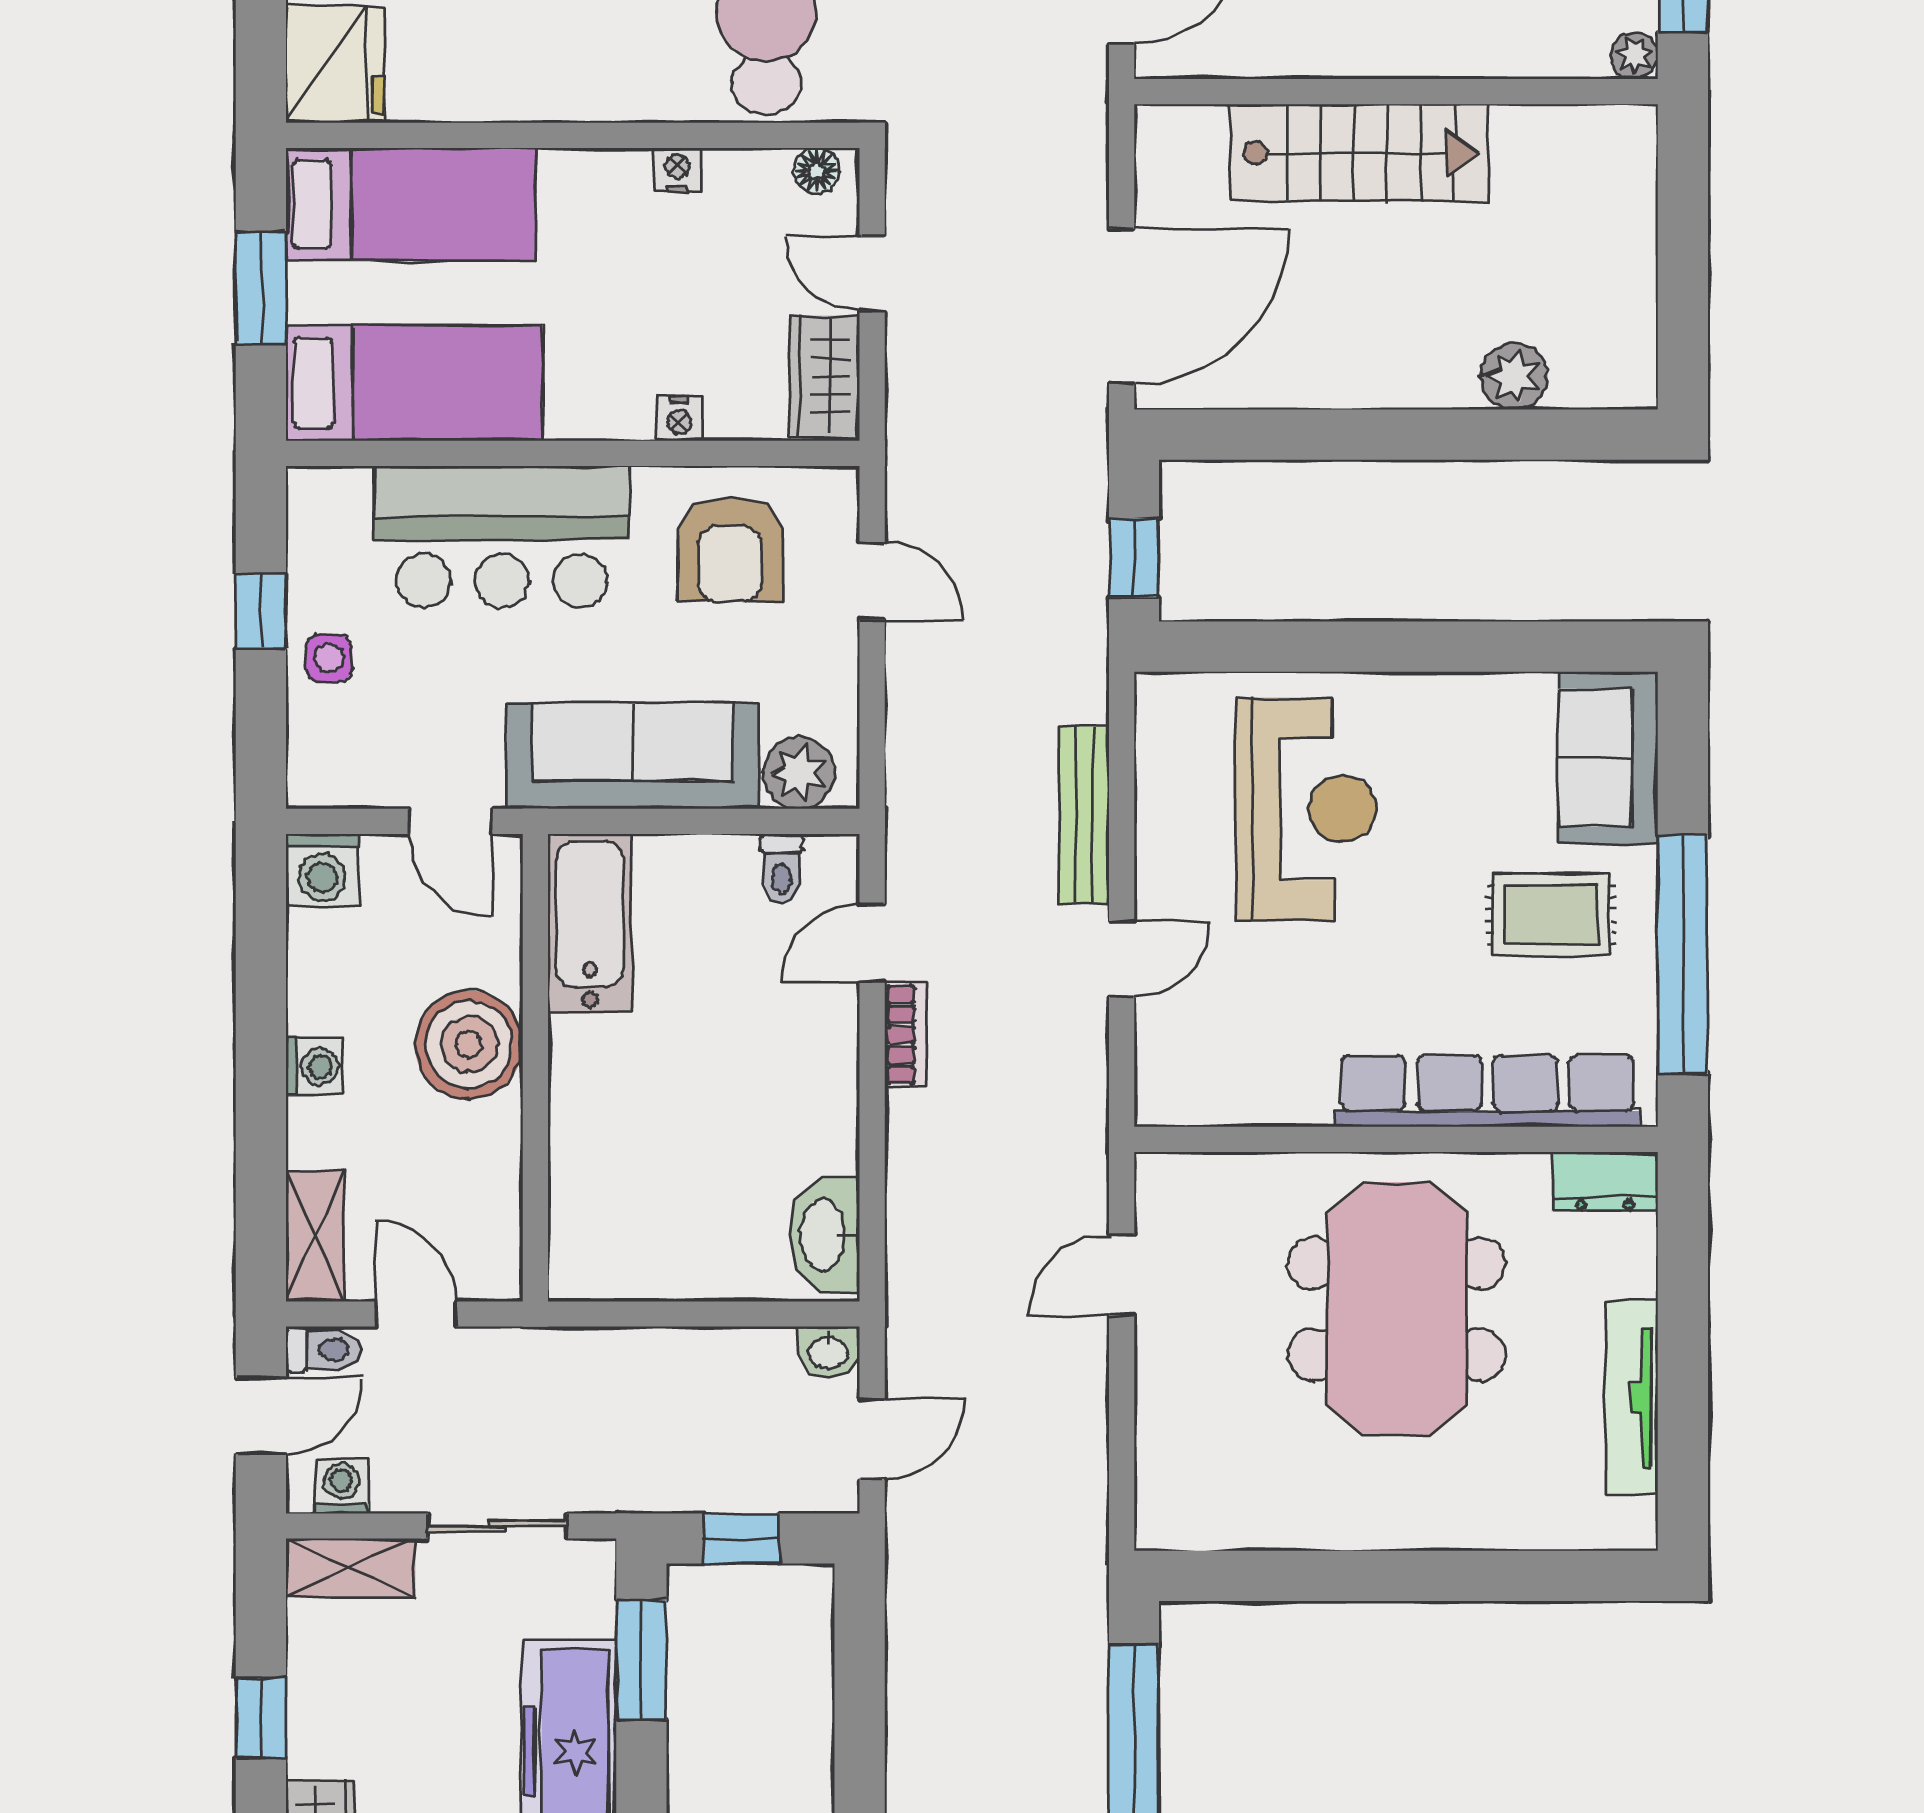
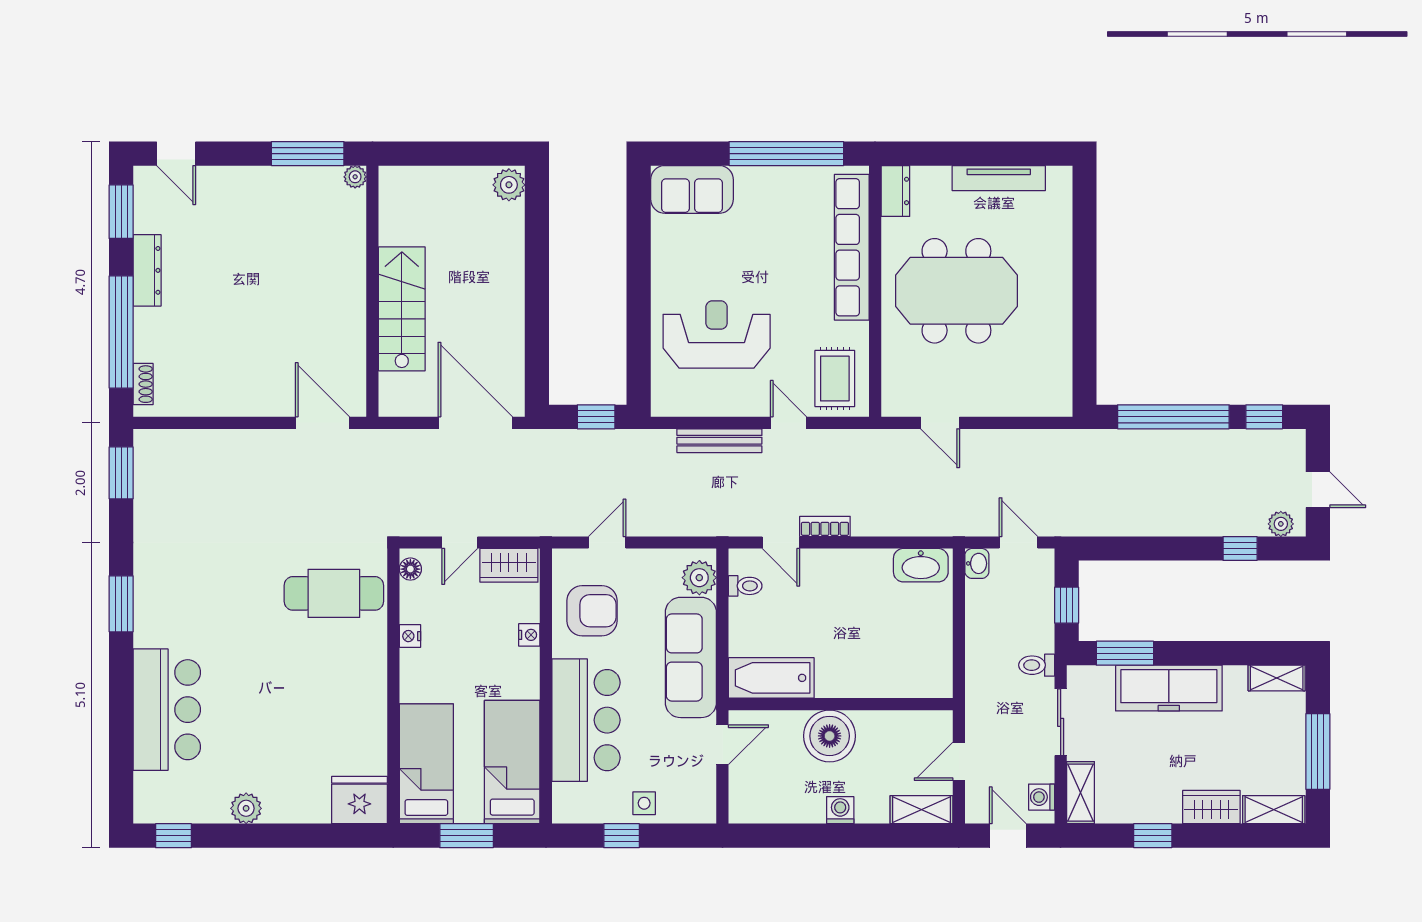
plant: (1514, 376) -> (509, 185), moved
washing machine: (322, 870) -> (746, 806), removed
rug: (1551, 915) -> (835, 378), moved
toilet: (323, 1349) -> (1037, 665), moved, turned -90

